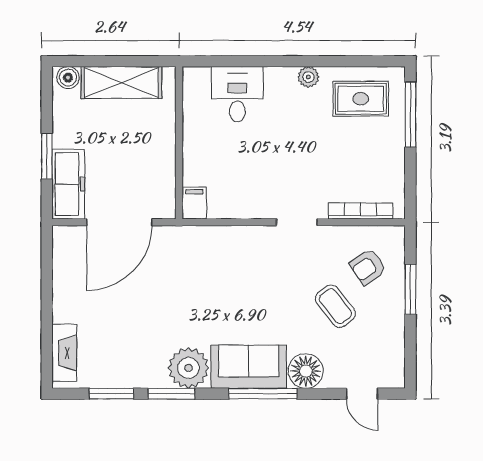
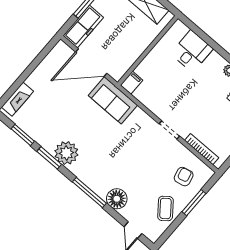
armchair: (368, 267) -> (184, 177), turned 112
coffee table: (335, 306) -> (165, 208), moved
sofa: (249, 367) -> (113, 100), moved, turned 180

